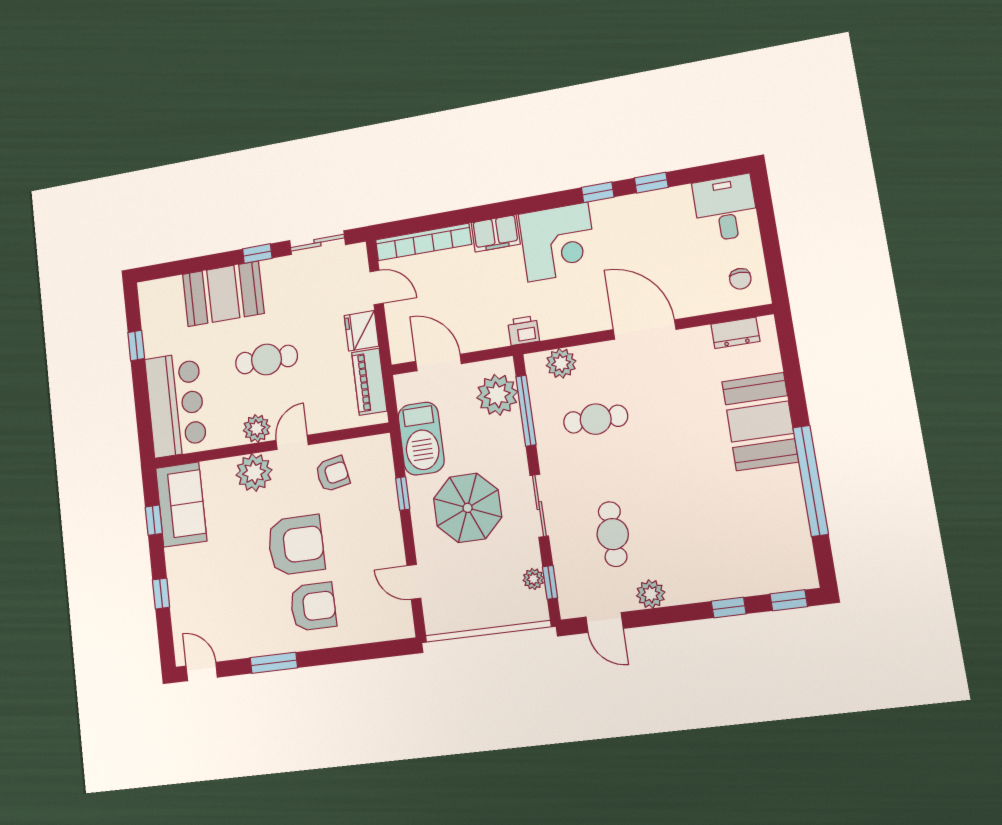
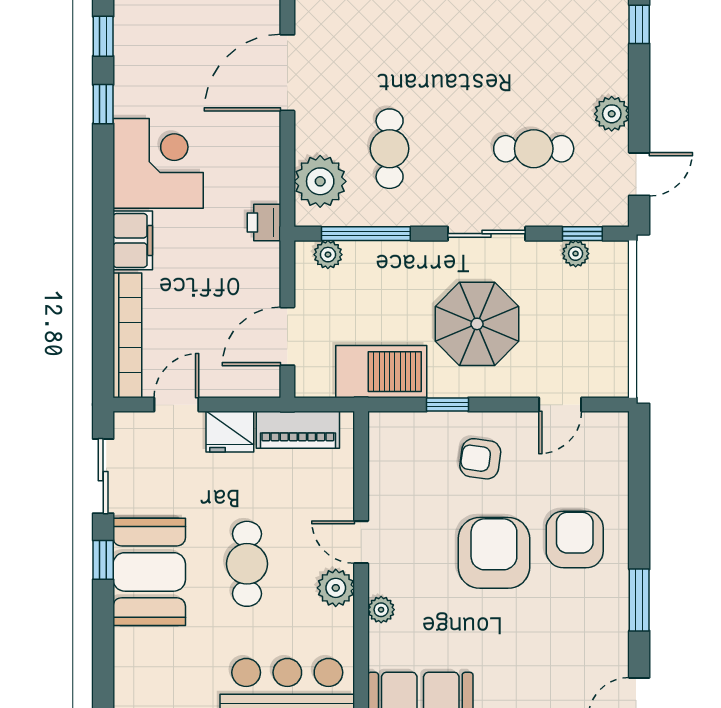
booth: (223, 294) -> (149, 572), moved
plant: (561, 363) -> (320, 181), width x1.36, depth x1.36
plant: (497, 395) -> (328, 255), width x0.53, depth x0.53
plant: (254, 473) -> (381, 610), width x0.53, depth x0.53
armchair: (332, 474) -> (480, 459), moved, turned -71

